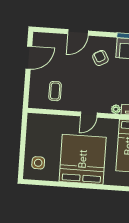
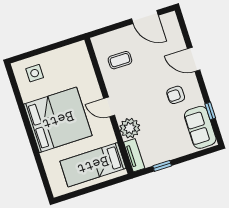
armchair: (100, 58) -> (176, 95), turned -152
plant: (116, 109) -> (130, 128), width x1.87, depth x1.87

